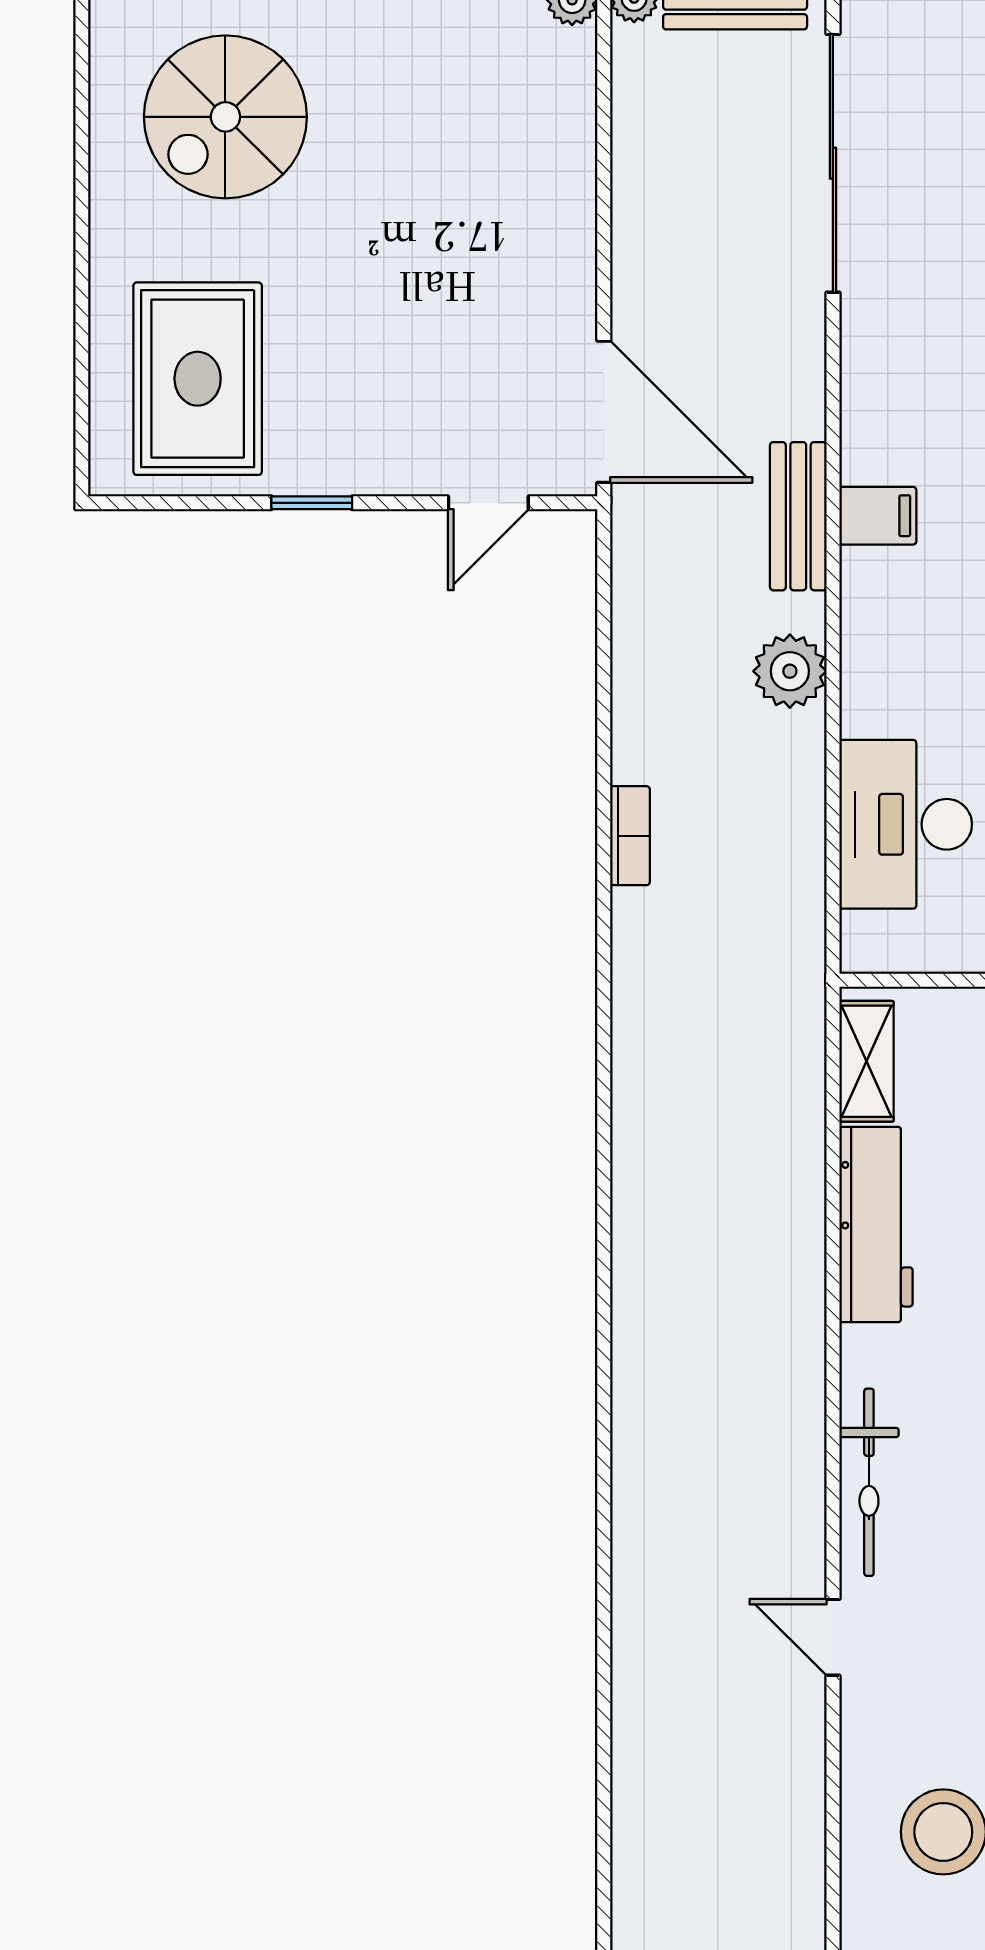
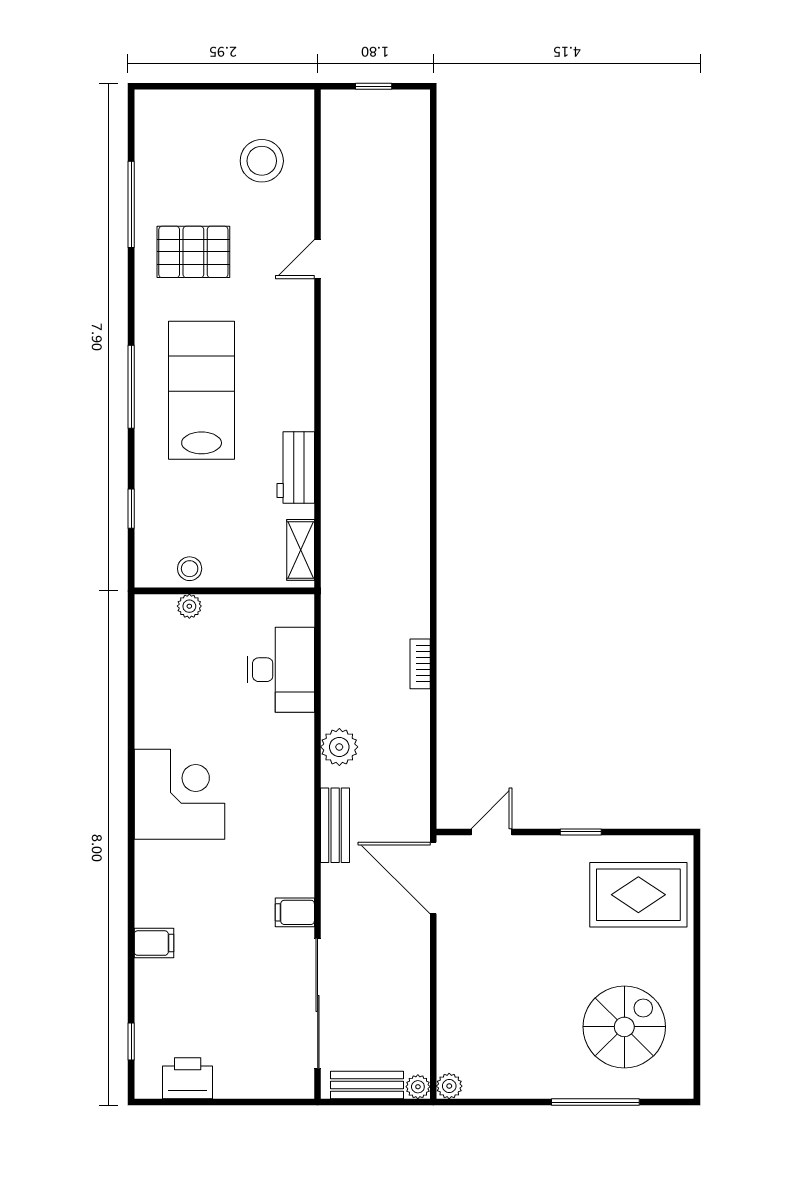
rug: (198, 379) -> (638, 895), turned 90
filing cabinet: (878, 516) -> (295, 912), moved
workbench: (876, 1224) -> (296, 468), width x0.73
bicycle: (869, 1482) -> (299, 337), removed
door: (833, 1637) -> (318, 259), swing flipped

